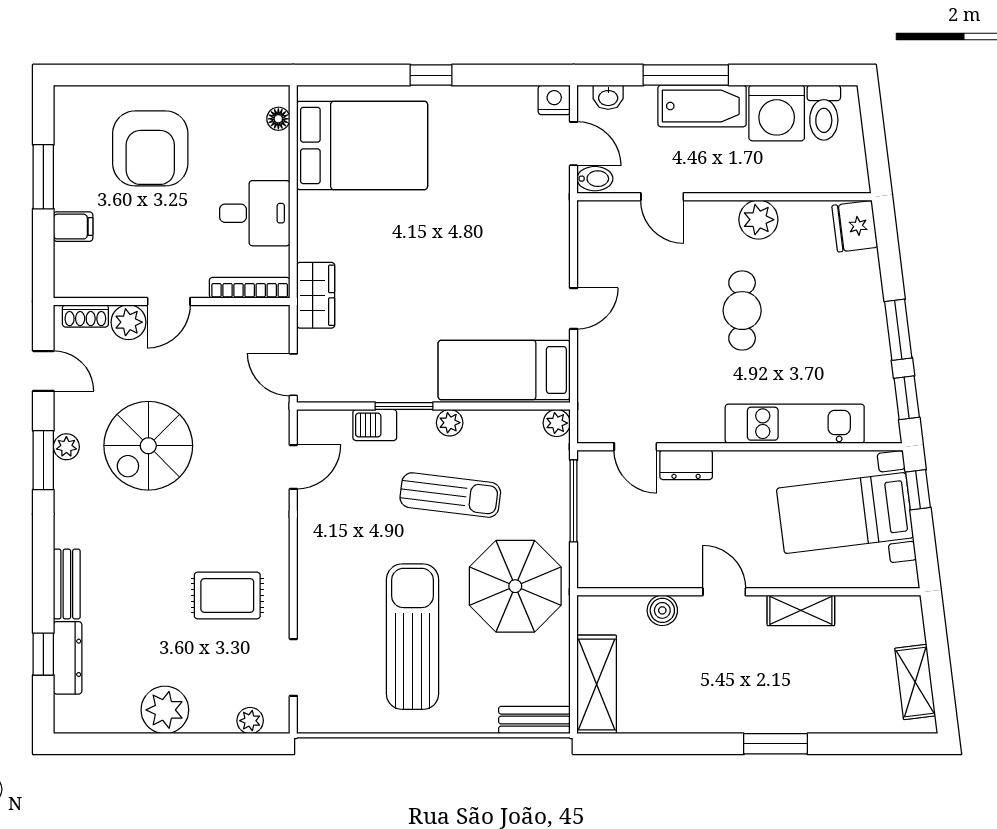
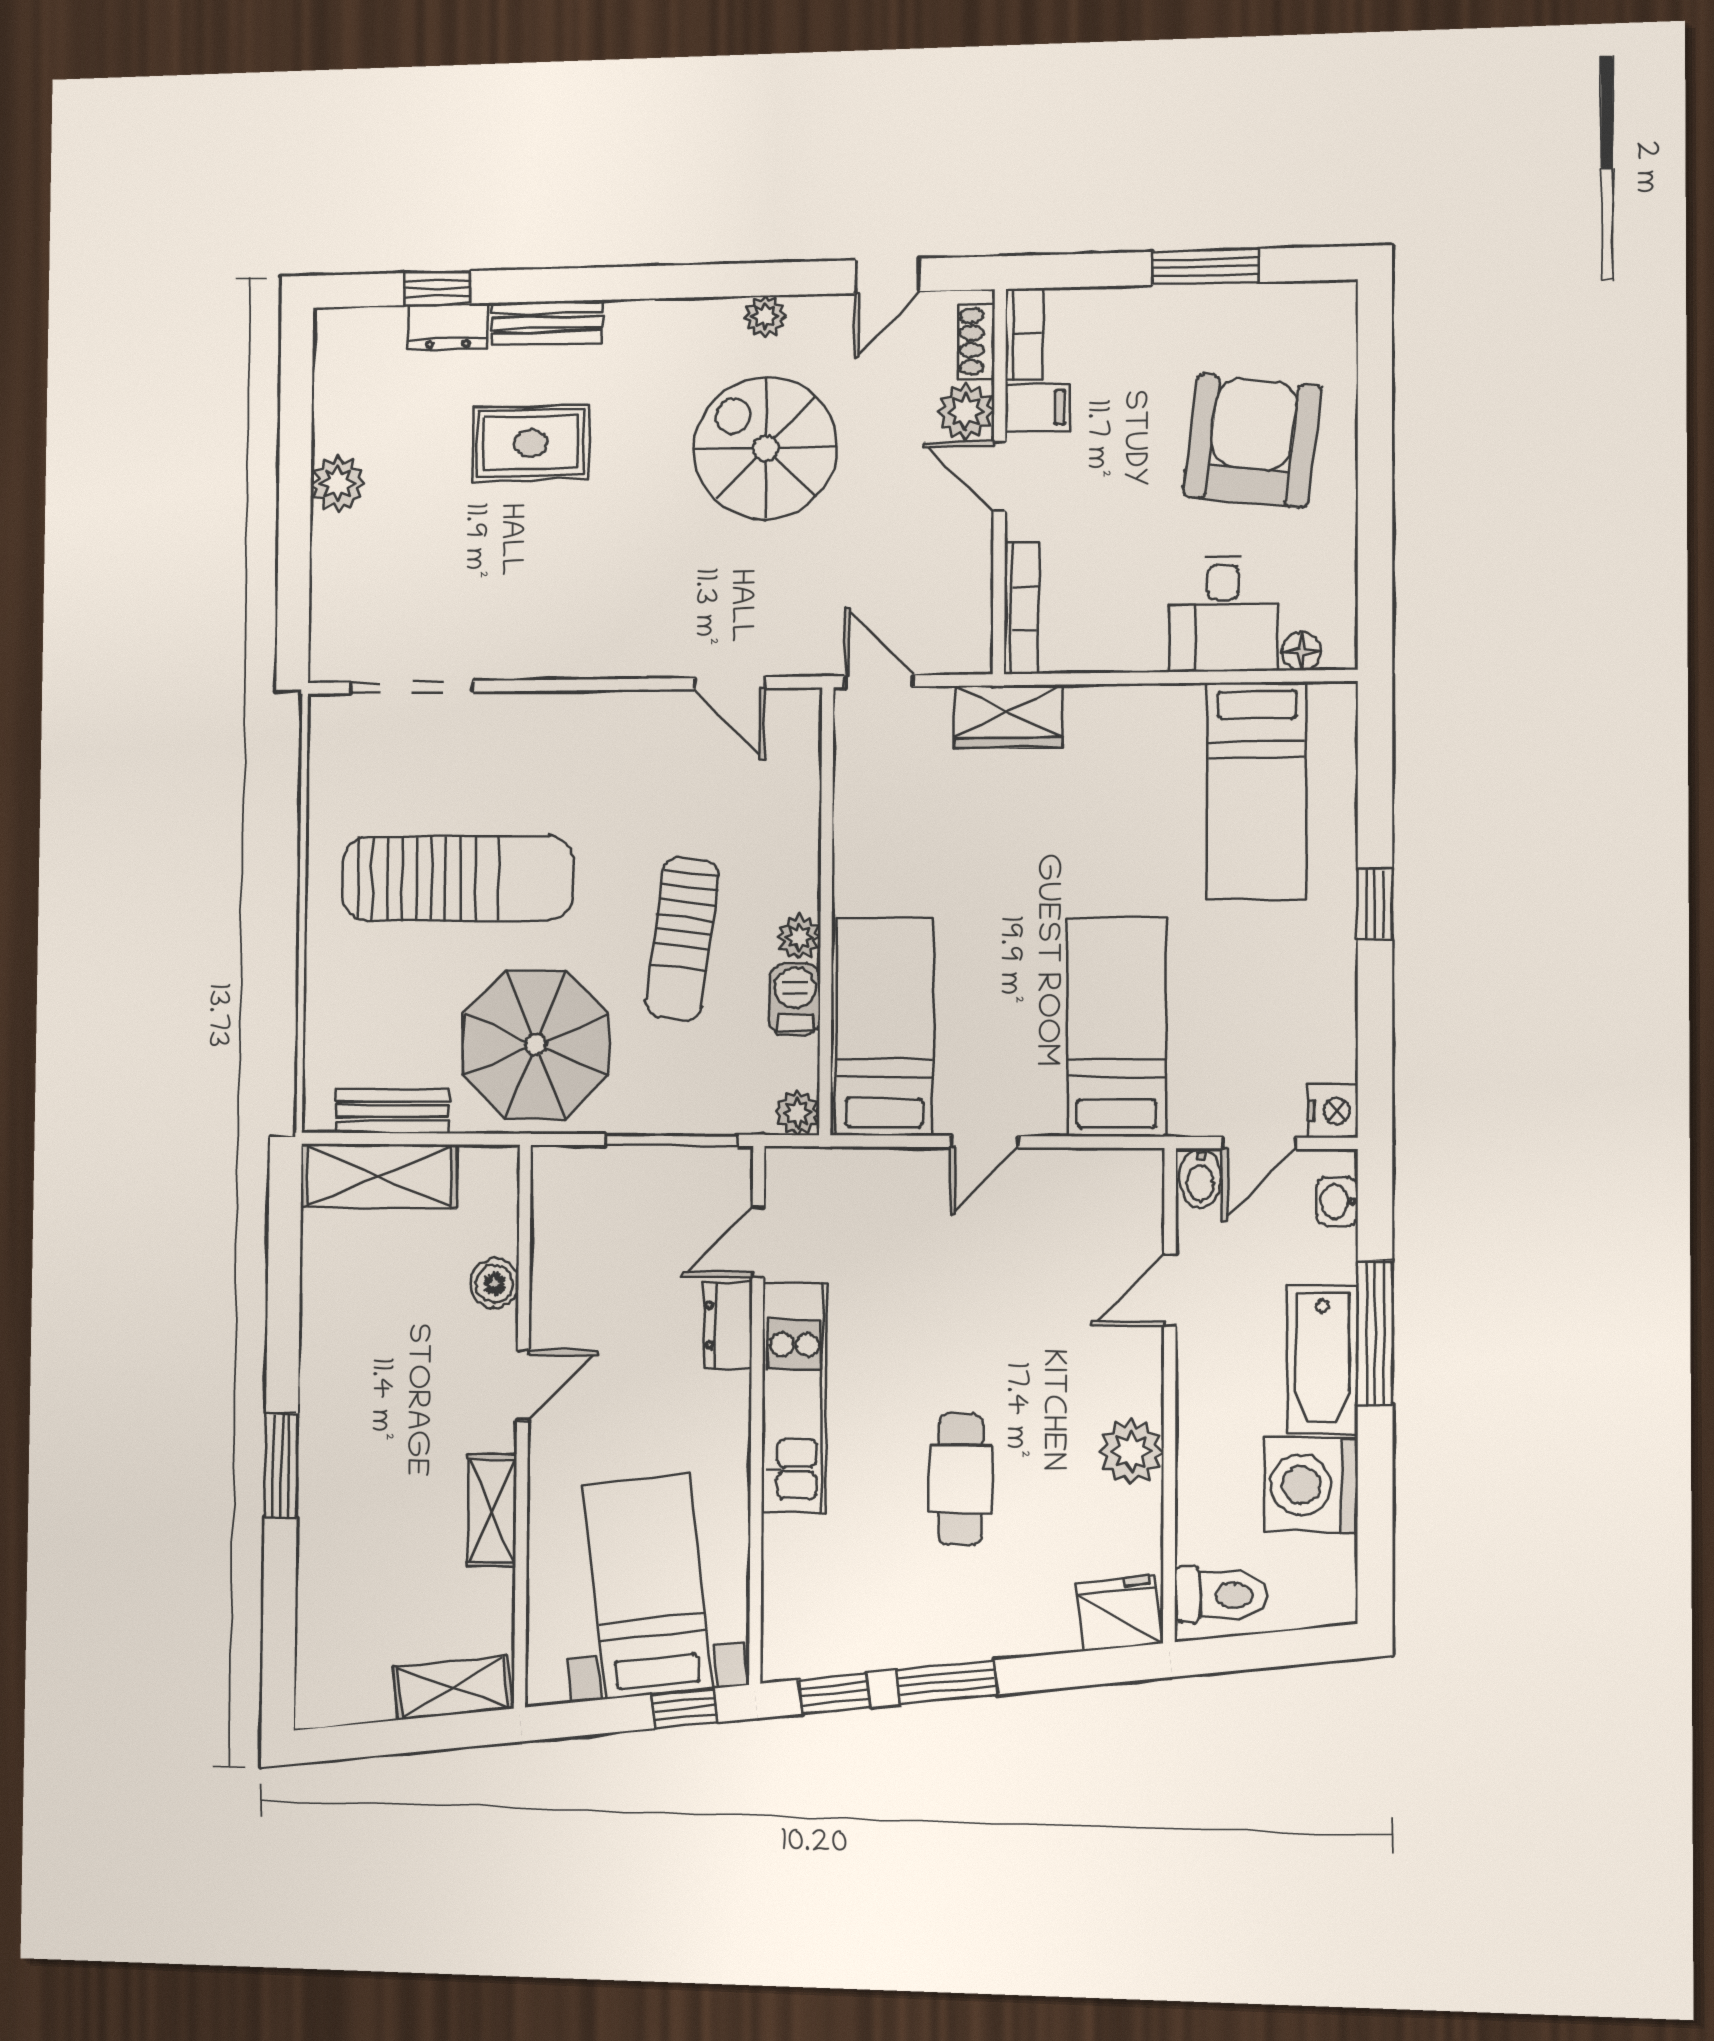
toilet: (824, 113) -> (1221, 1595), moved, turned 180
bed: (362, 145) -> (1257, 791), width x0.67
armchair: (150, 148) -> (1252, 441), turned 97
desk: (255, 213) -> (1223, 614), moved
filing cabinet: (73, 227) -> (1037, 408), moved, turned -90
bed: (504, 229) -> (1117, 1027), added
bookcase: (82, 287) -> (1024, 334), added
door: (574, 308) -> (985, 1142), hinge flipped
cafe table: (742, 311) -> (960, 1479), moved, turned 90
door: (293, 375) -> (879, 681), hinge flipped
window: (404, 406) -> (827, 863), removed
kitchen unit: (795, 424) -> (794, 1398), moved
barbecue: (375, 425) -> (795, 999), moved
window: (43, 460) -> (744, 280), removed
rug: (227, 595) -> (531, 443), moved, turned 90
dresser: (68, 658) -> (448, 327), width x0.70
doorway: (293, 667) -> (411, 687), width x1.38
shelving: (915, 682) -> (452, 1688), moved
plant: (165, 710) -> (338, 484), width x0.73, depth x0.73
bench: (534, 720) -> (392, 1111), moved, turned 90
plant: (250, 721) -> (329, 619), removed

